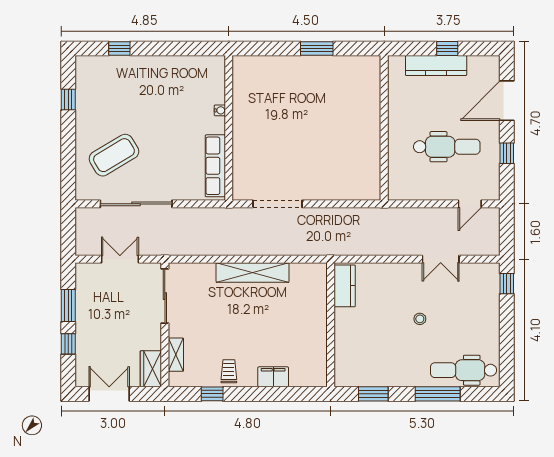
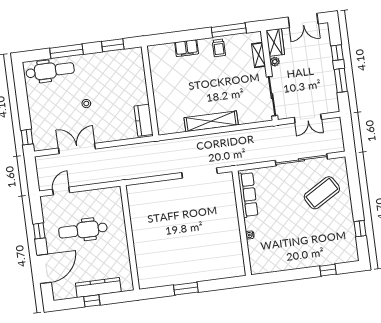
double door: (441, 259) -> (77, 148), width x1.37
plant: (155, 343) -> (275, 62), added
window: (212, 394) -> (229, 30), width x2.17

